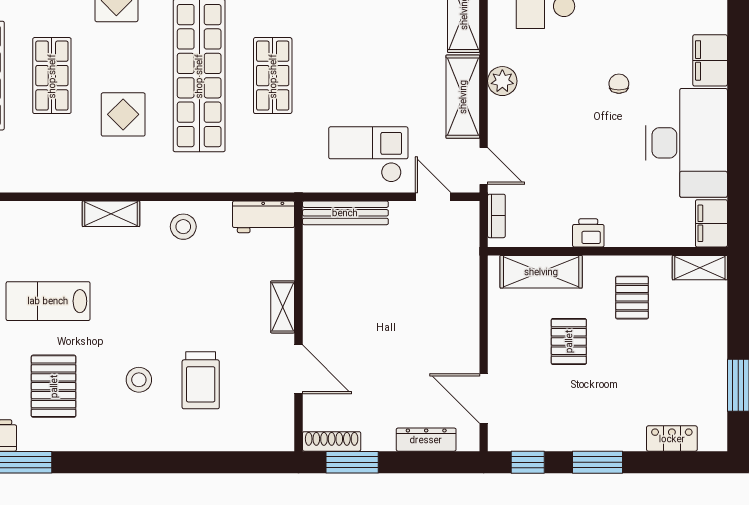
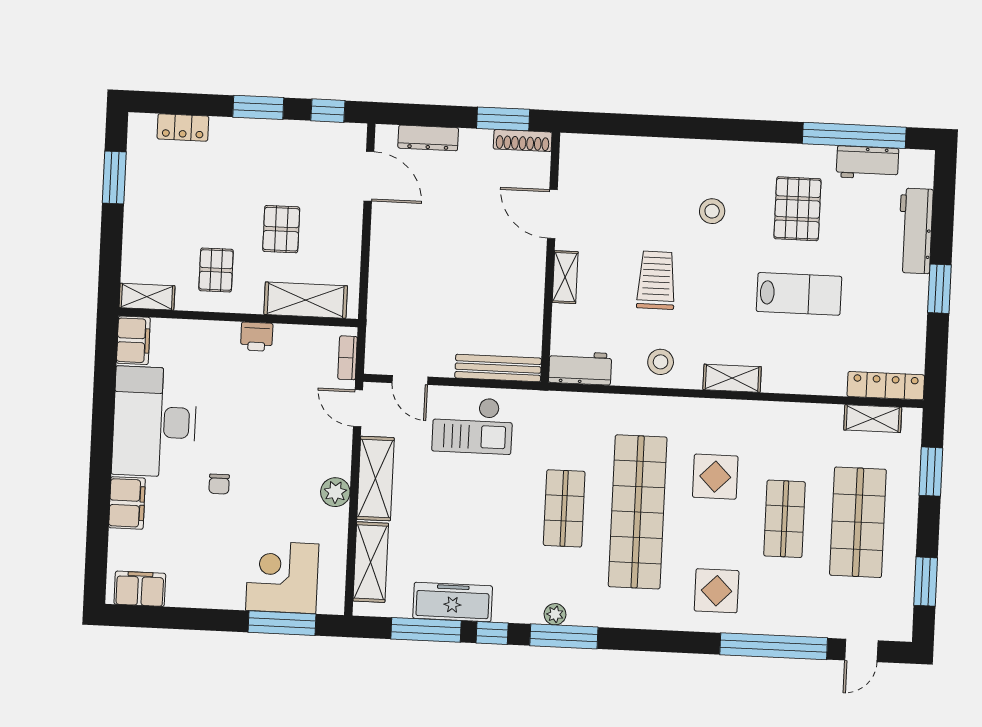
trolley: (201, 380) -> (656, 280), moved

